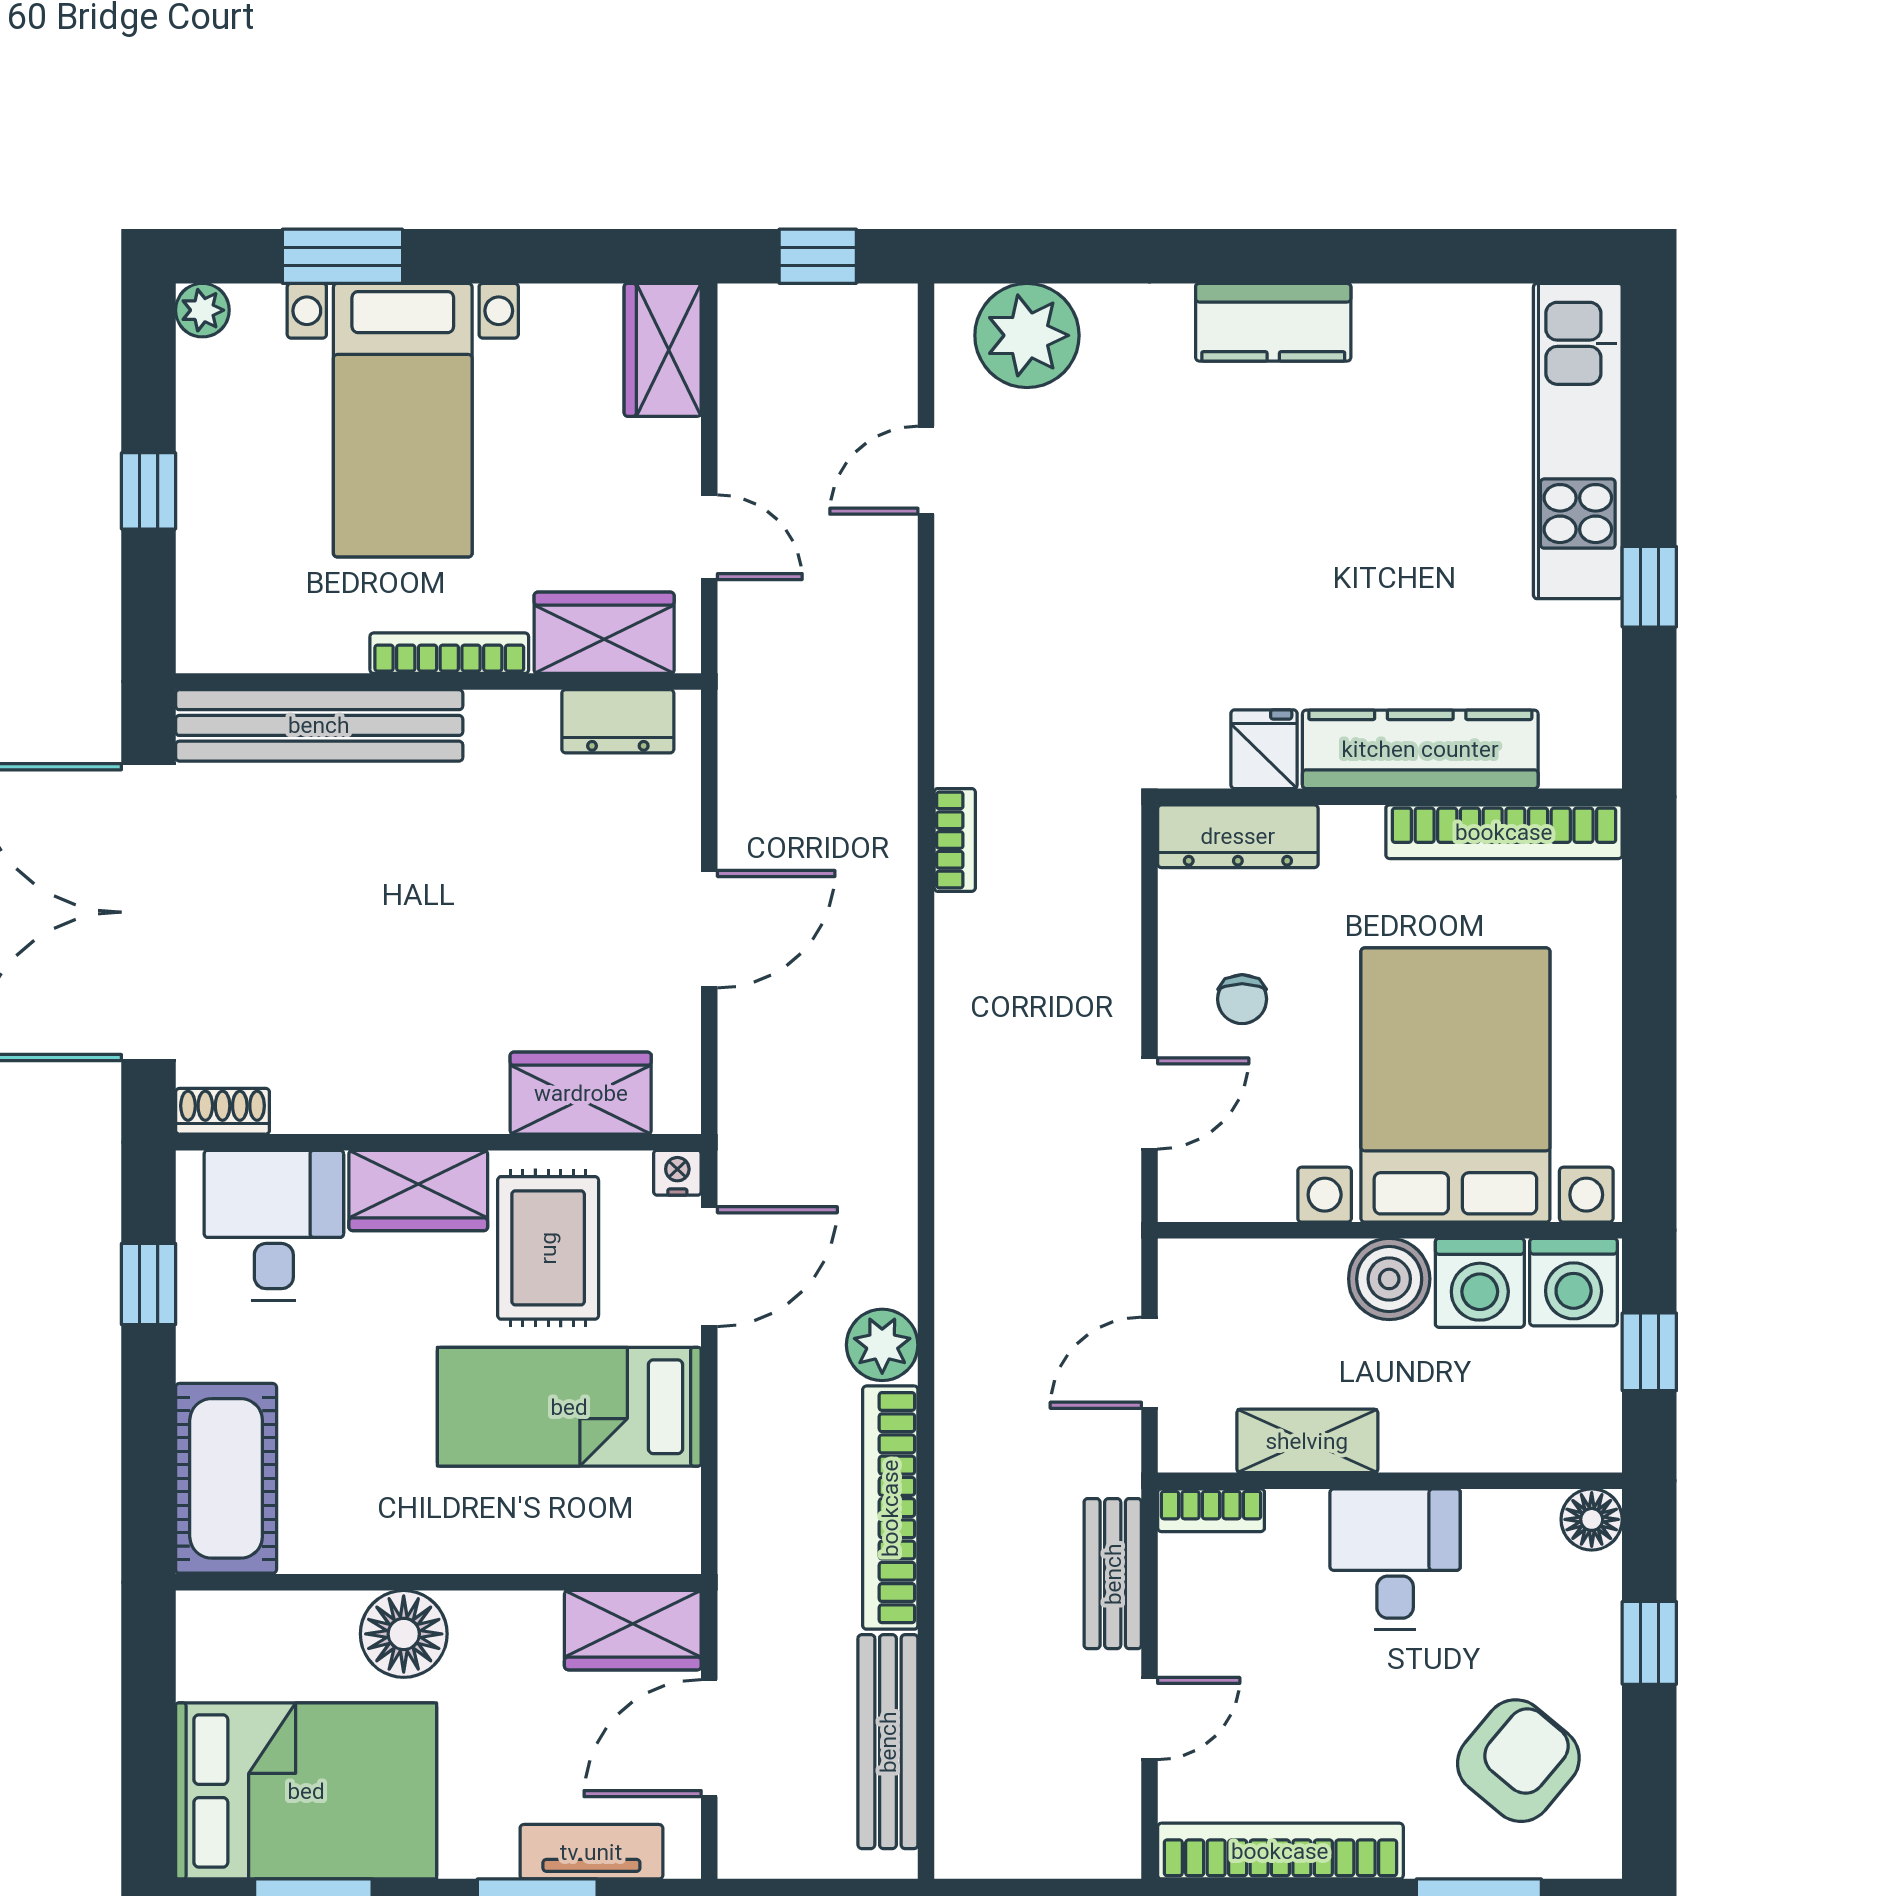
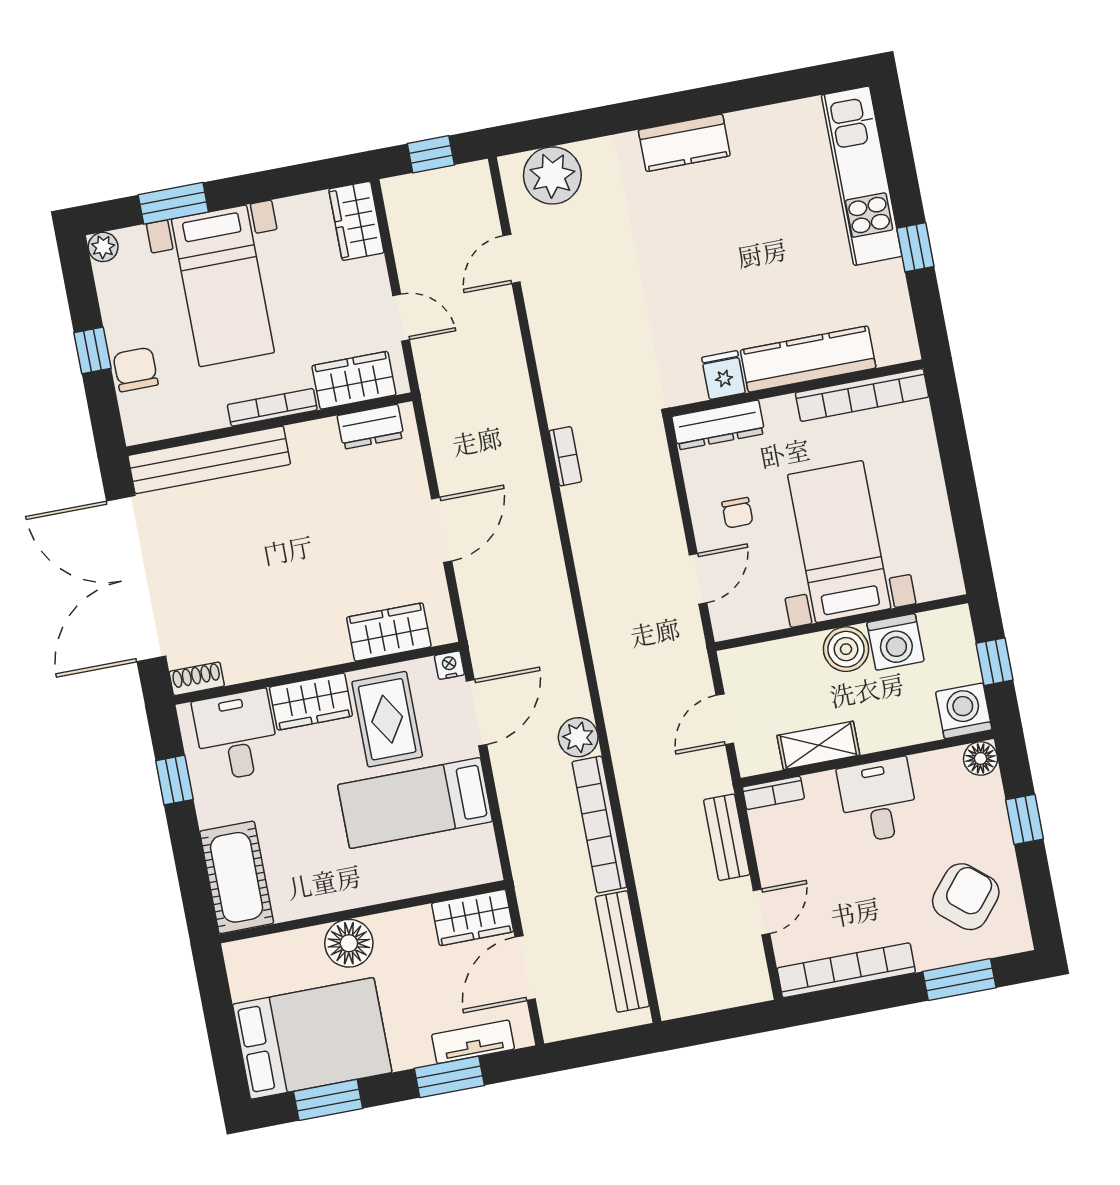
chair: (219, 539) -> (136, 369), added
bed with nightstands: (1455, 1085) -> (839, 542), width x0.73
washing machine: (1574, 1282) -> (964, 711), moved, turned 180

